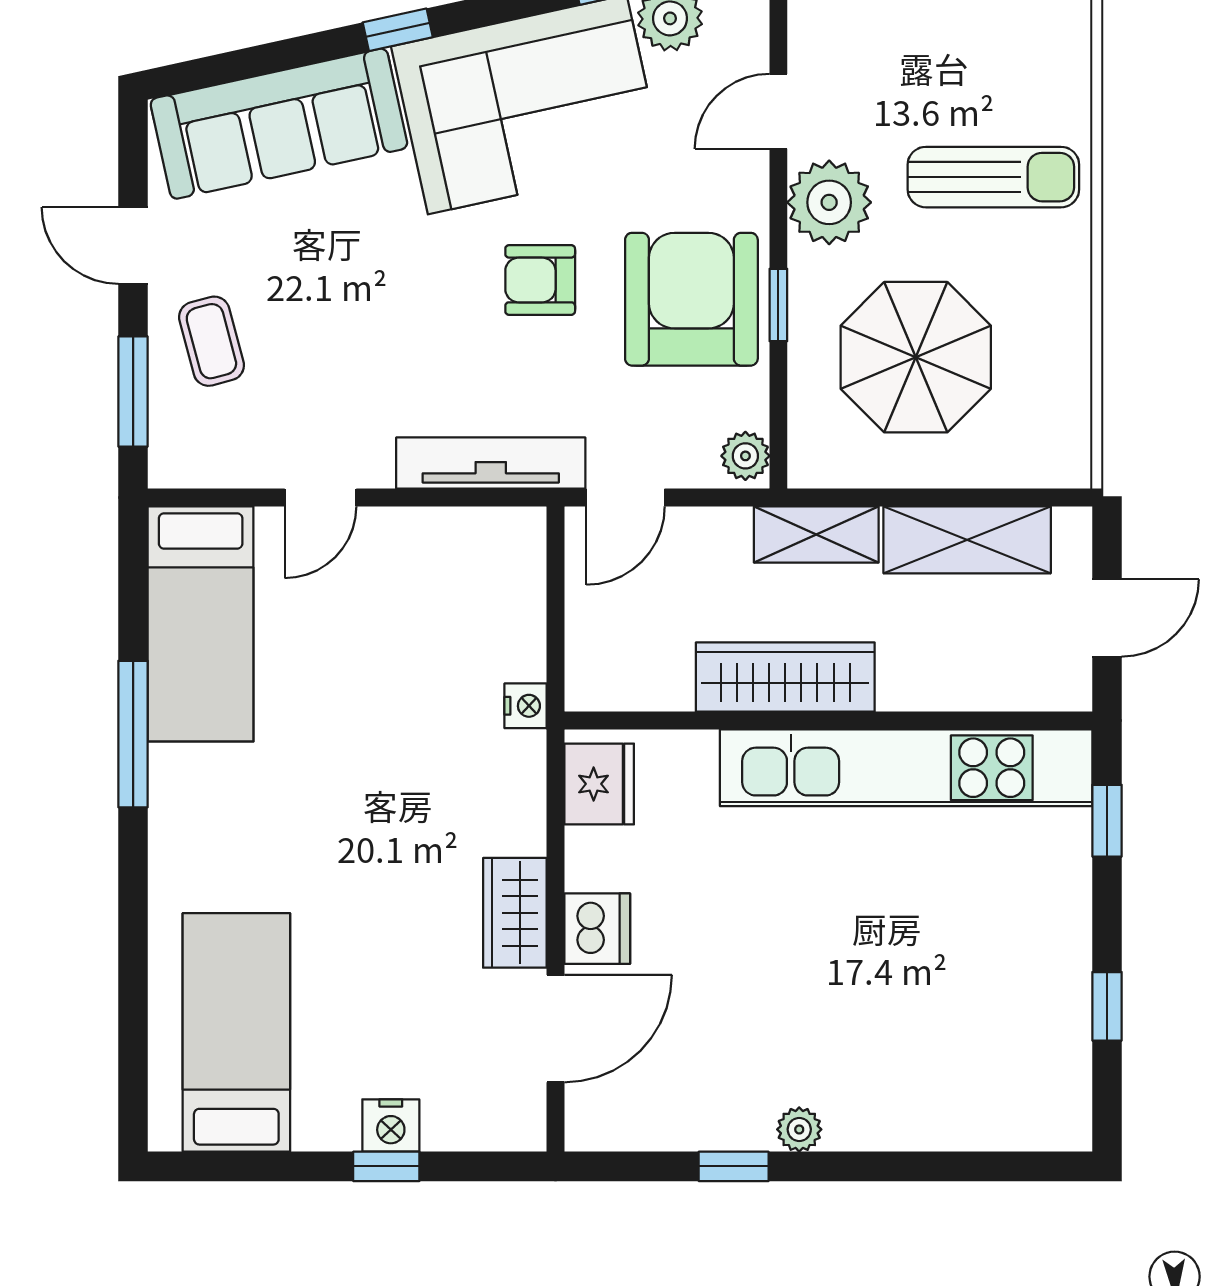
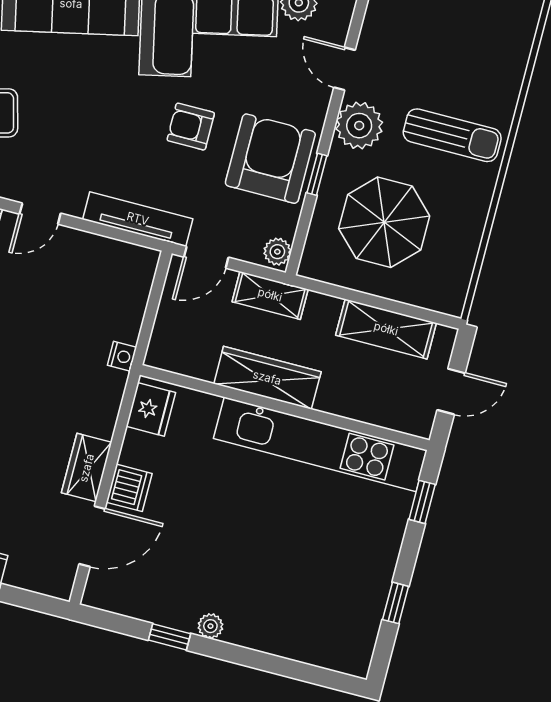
door: (778, 111) -> (345, 69), hinge flipped
shelving: (816, 534) -> (270, 295), moved

